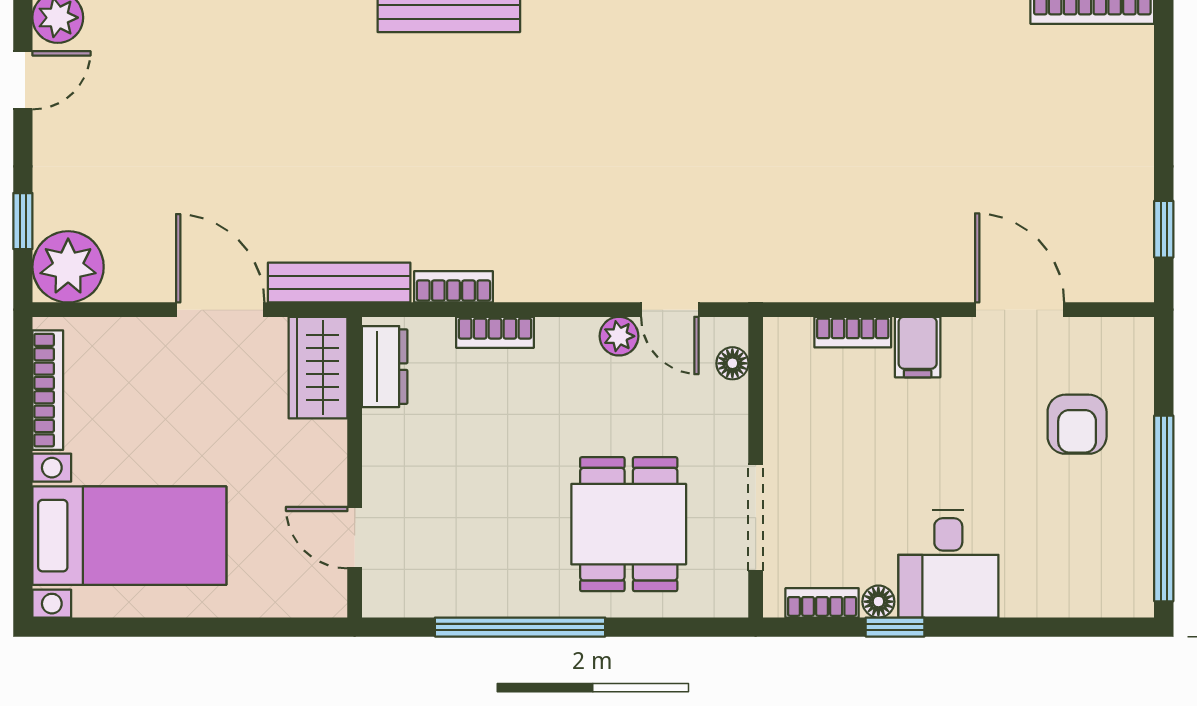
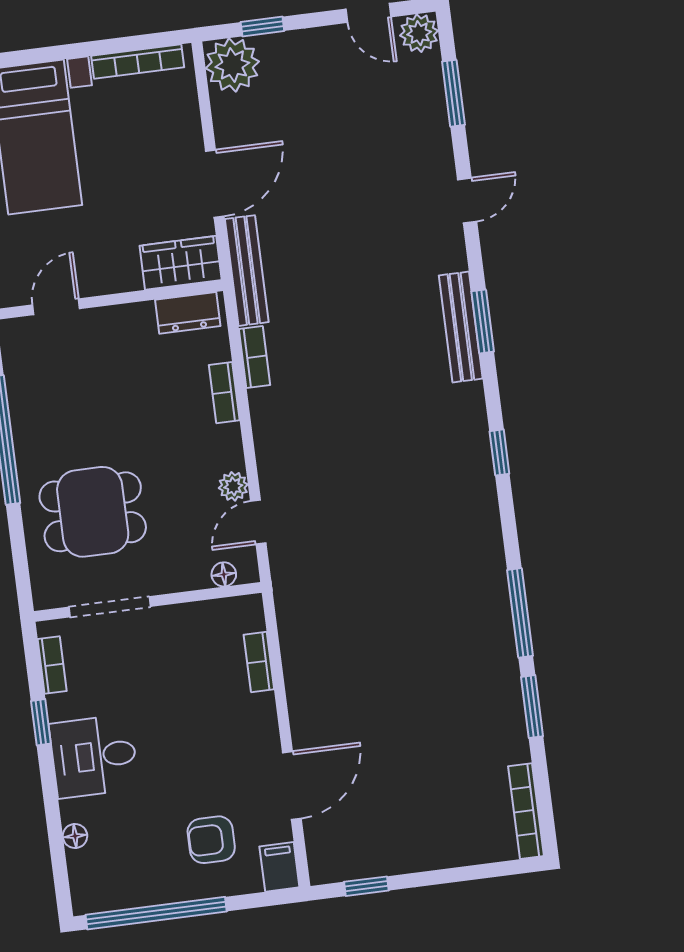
filing cabinet: (918, 347) -> (279, 867), moved, turned 90
floor lamp: (878, 602) -> (75, 836), moved

